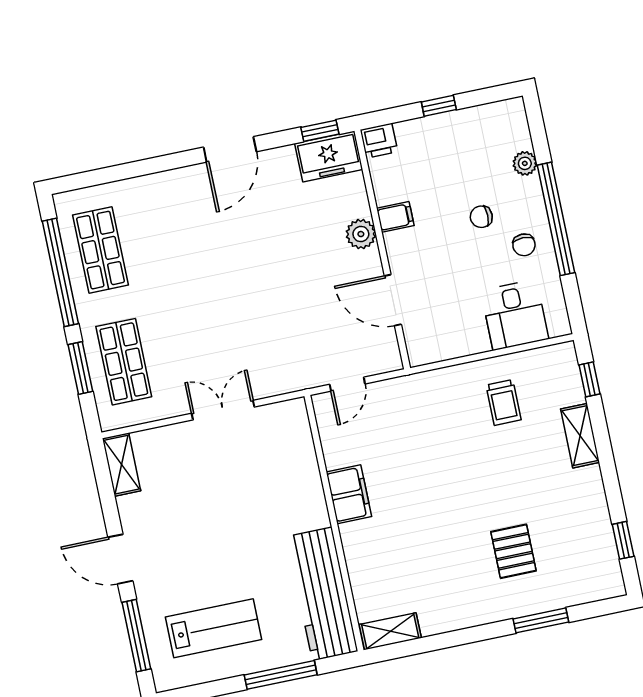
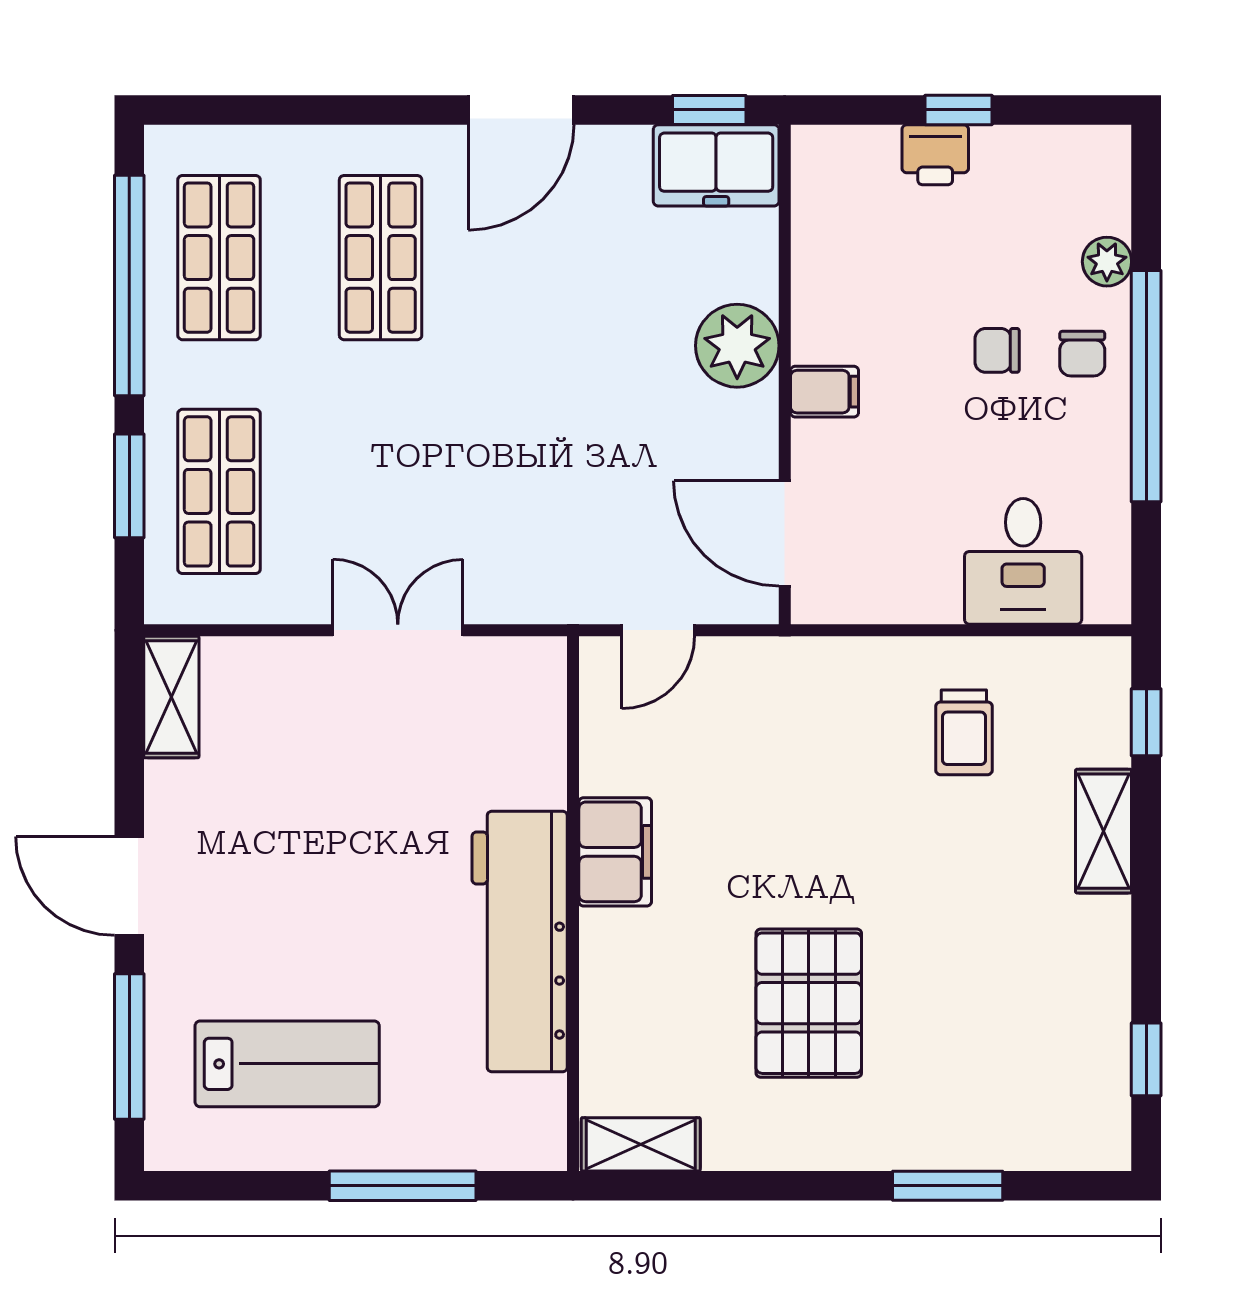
printer: (379, 141) -> (935, 155), moved
filing cabinet: (395, 217) -> (825, 392), moved
shop shelf: (178, 234) -> (381, 258), added
plant: (361, 234) -> (737, 346), width x1.36, depth x1.36
chair: (524, 245) -> (1082, 354), moved
door: (393, 300) -> (785, 534), moved
pallet: (513, 551) -> (809, 1003), moved, width x1.50, depth x1.42
workbench: (322, 594) -> (520, 941), moved

